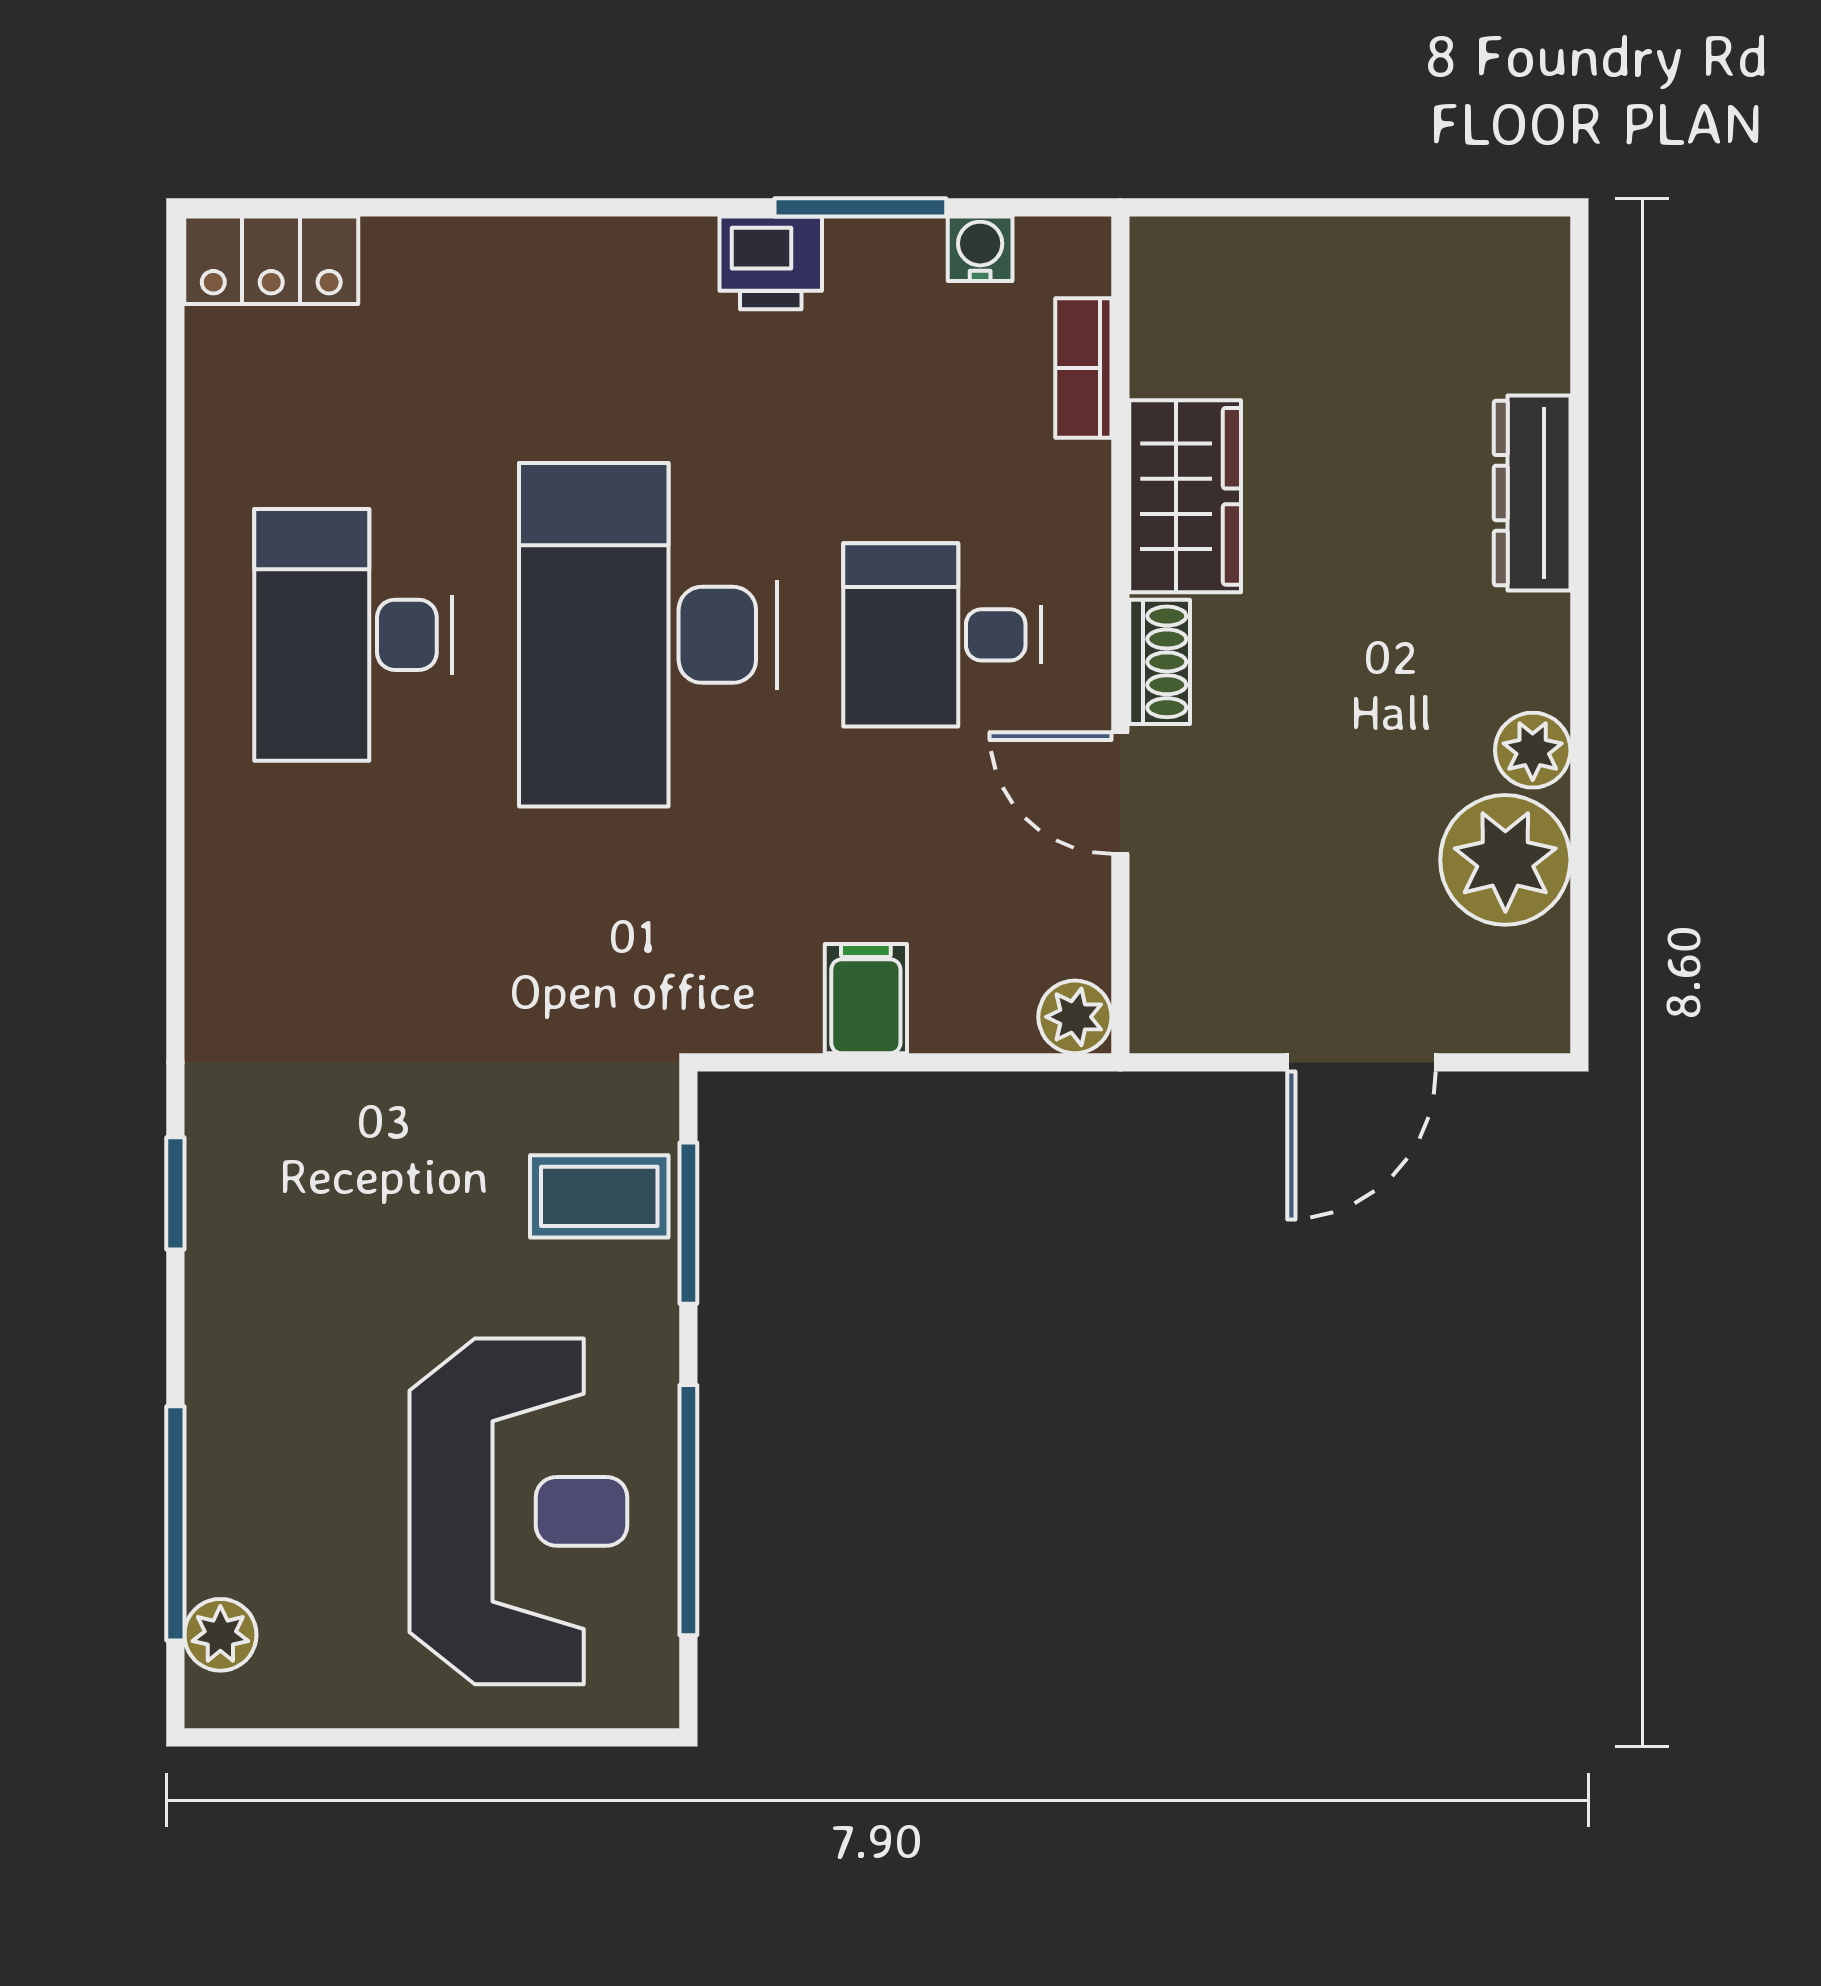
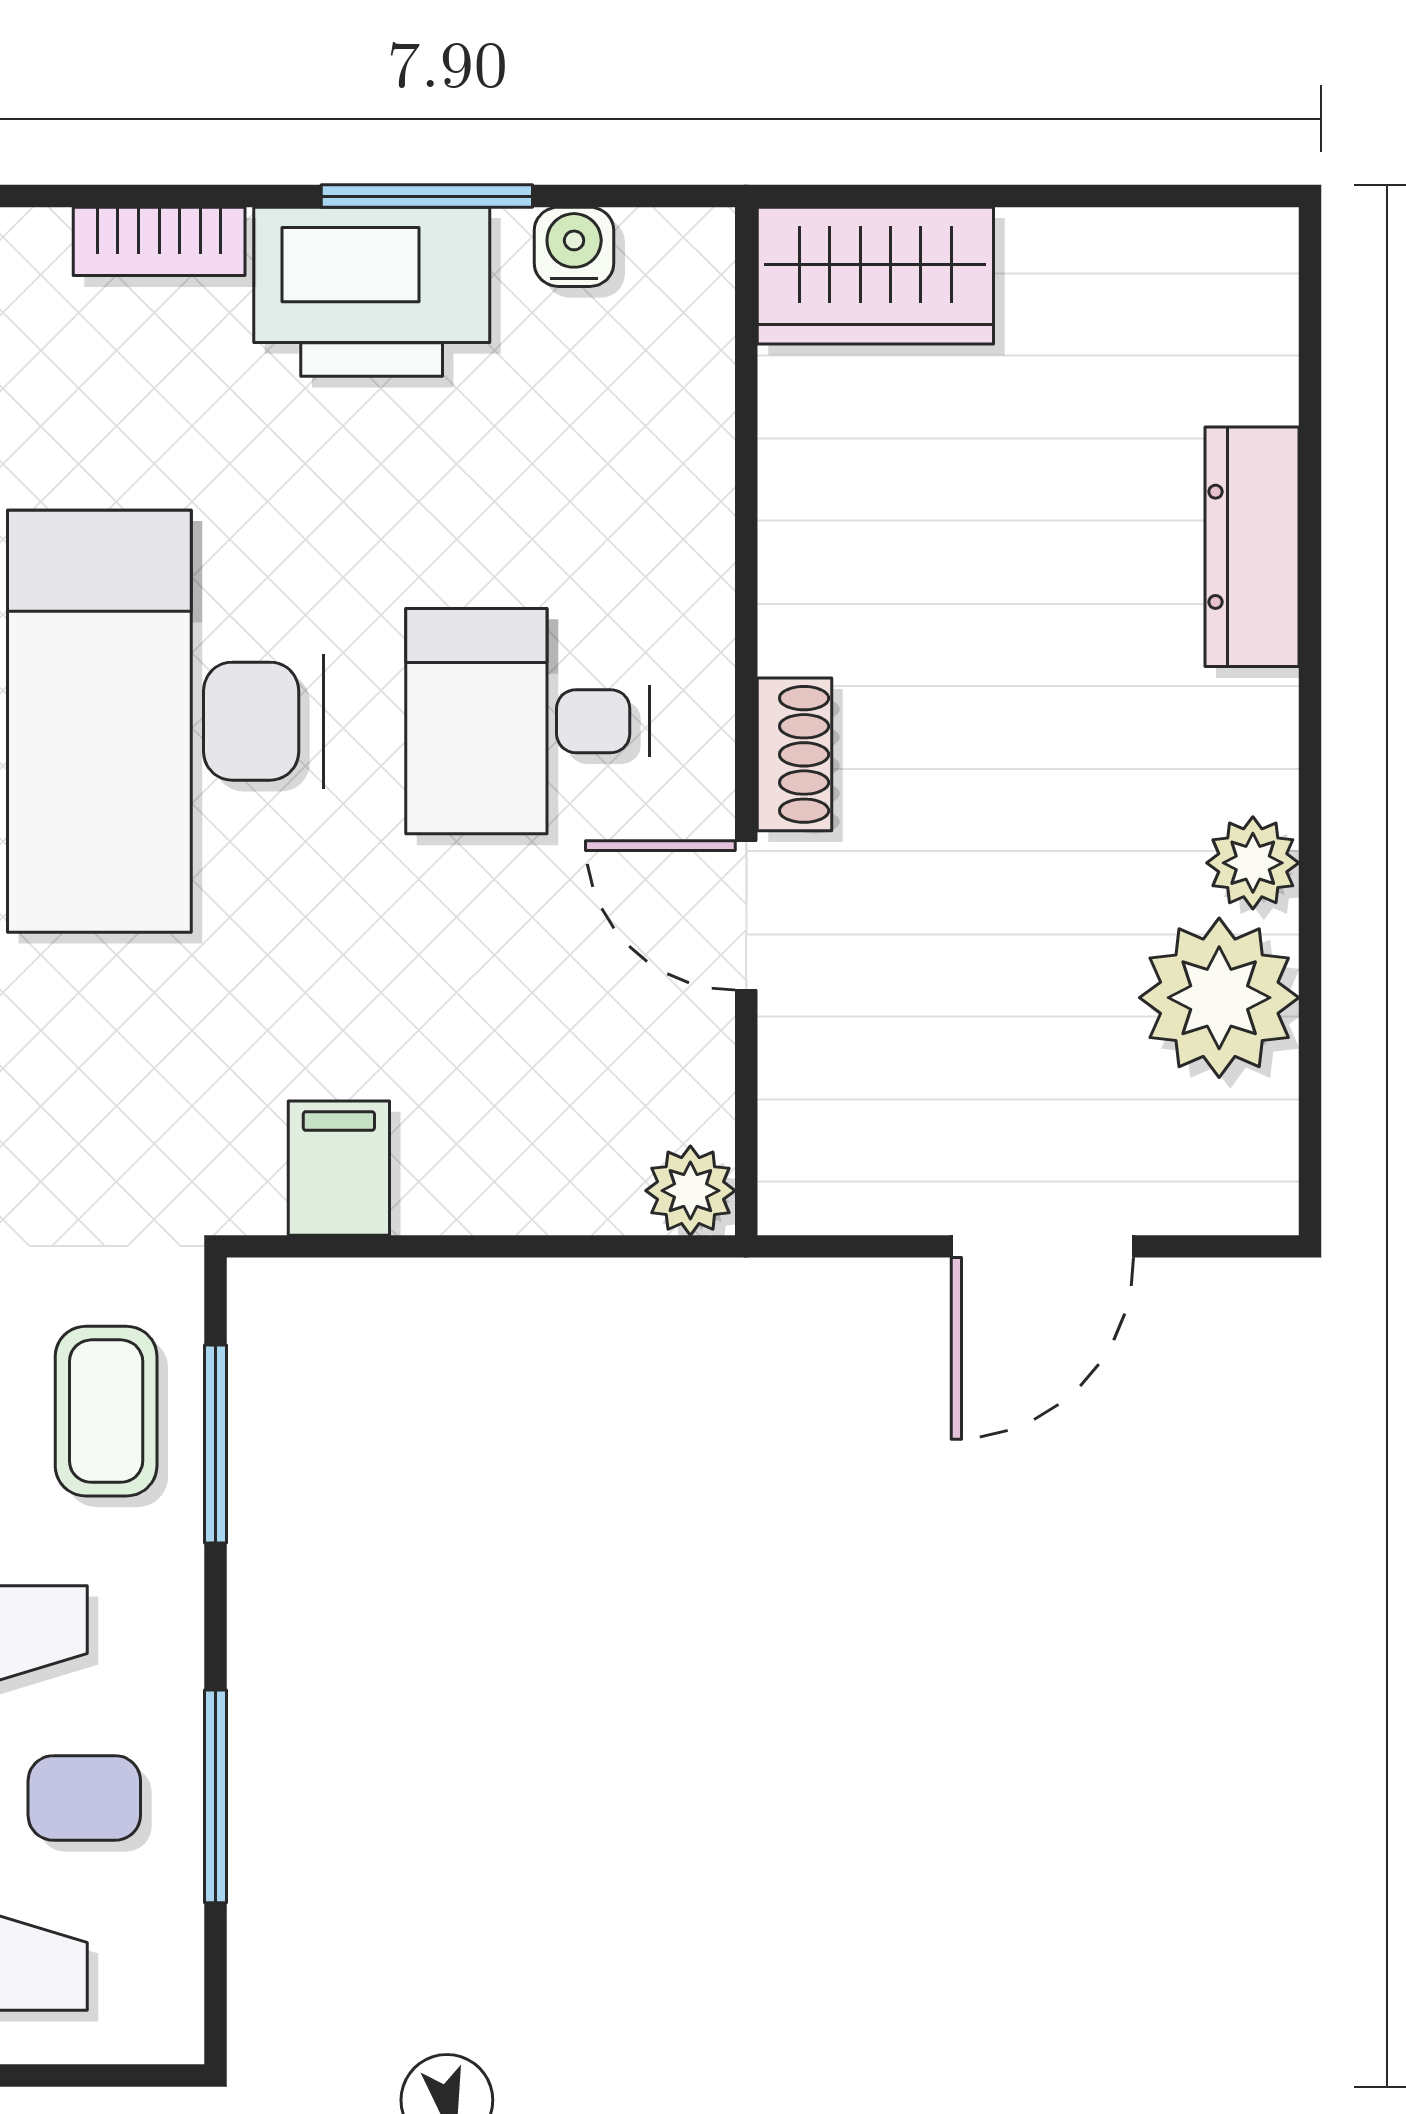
printer: (771, 263) -> (372, 292), width x1.87, depth x1.48
bookcase: (1083, 368) -> (159, 241), moved, turned -90
wardrobe: (1185, 496) -> (875, 276), moved, turned 90
filing cabinet: (866, 999) -> (339, 1168), moved
coffee table: (599, 1196) -> (106, 1411), turned 90
window: (688, 1510) -> (216, 1796), width x0.69

